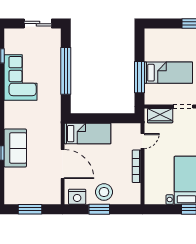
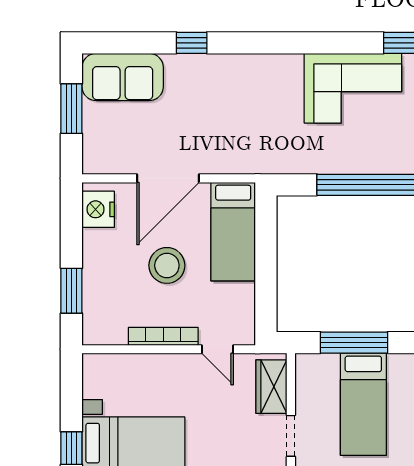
sofa: (15, 148) -> (123, 77), moved
stool: (104, 192) -> (167, 265), moved
window: (99, 209) -> (71, 291), moved

